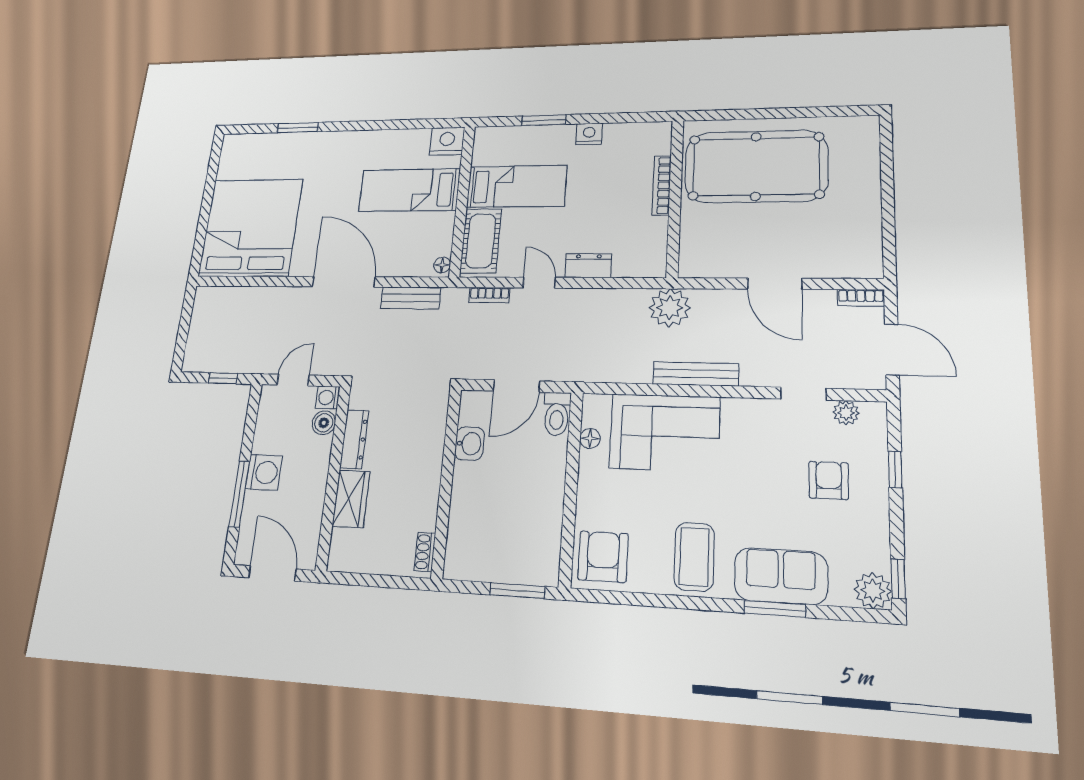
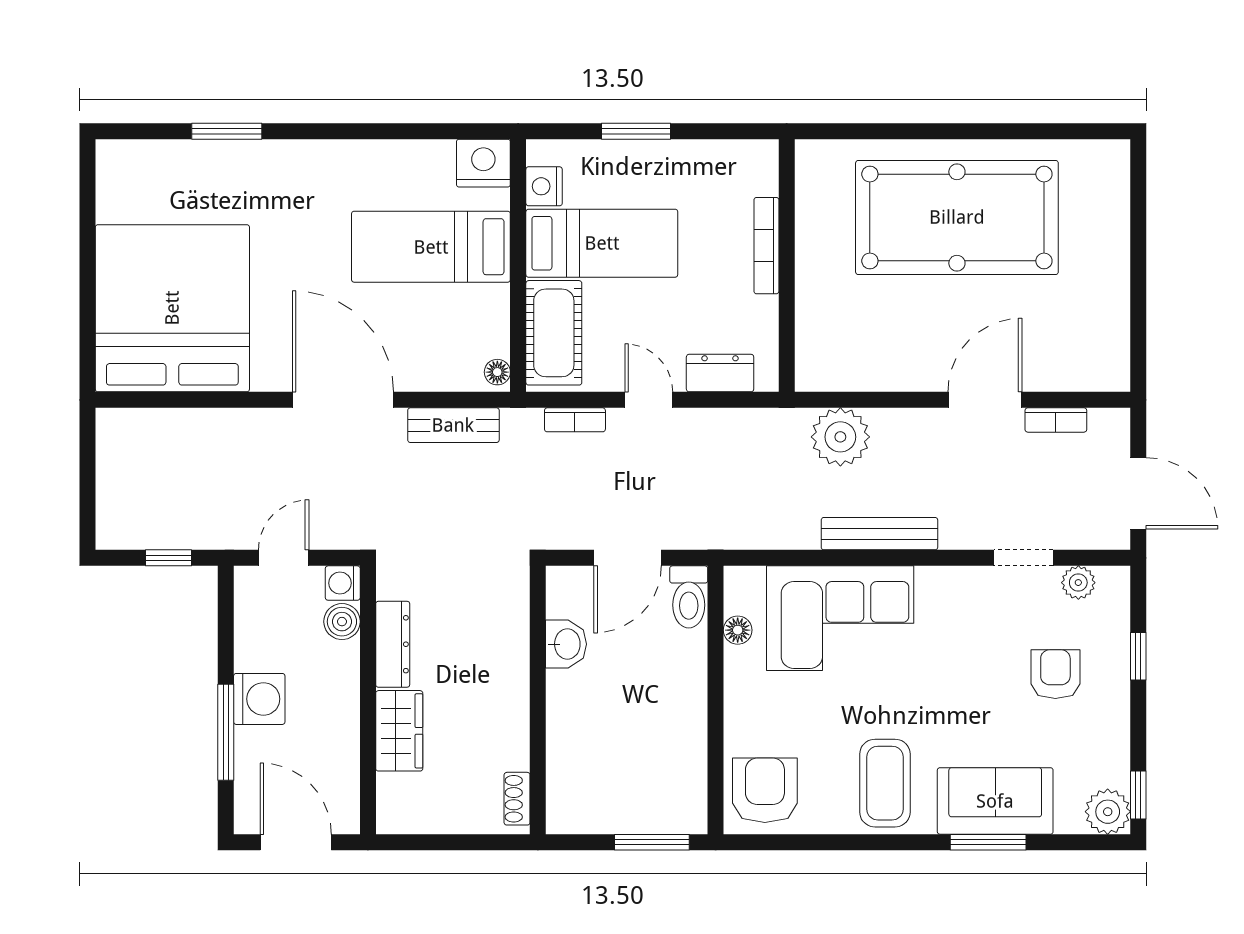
nightstand: (589, 134) -> (544, 186), moved, turned -90
bookcase: (662, 185) -> (766, 246), moved
wall: (675, 198) -> (787, 265), moved
door: (775, 284) -> (985, 400), swing flipped
bookcase: (861, 298) -> (1056, 420), moved

